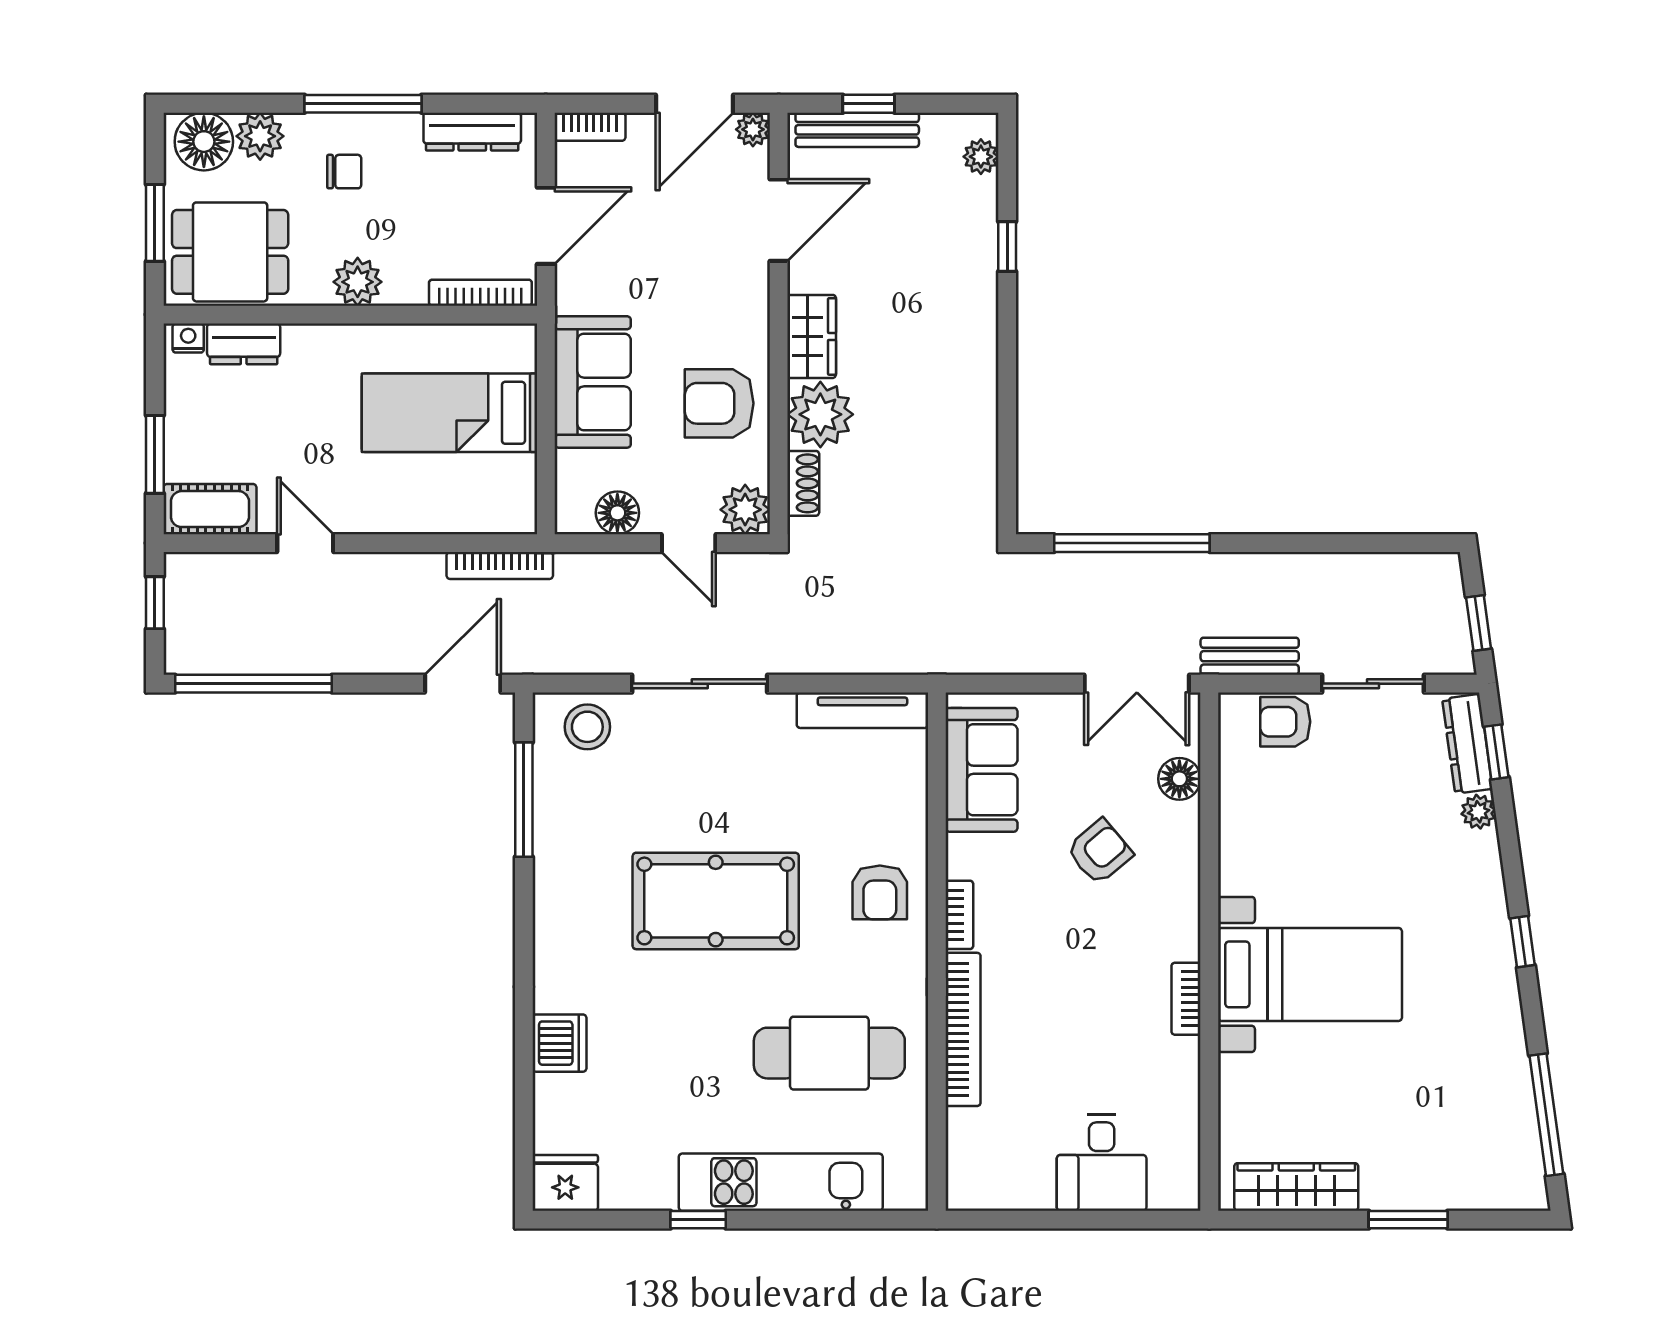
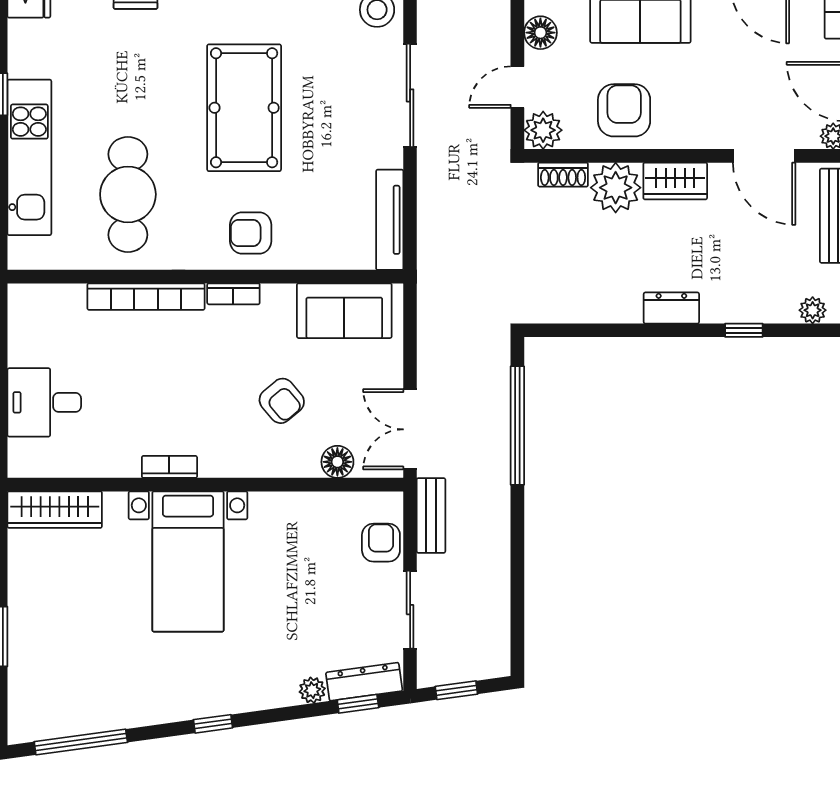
dresser: (978, 341) -> (671, 308), added
wardrobe: (1296, 1187) -> (55, 510), moved, turned 90

